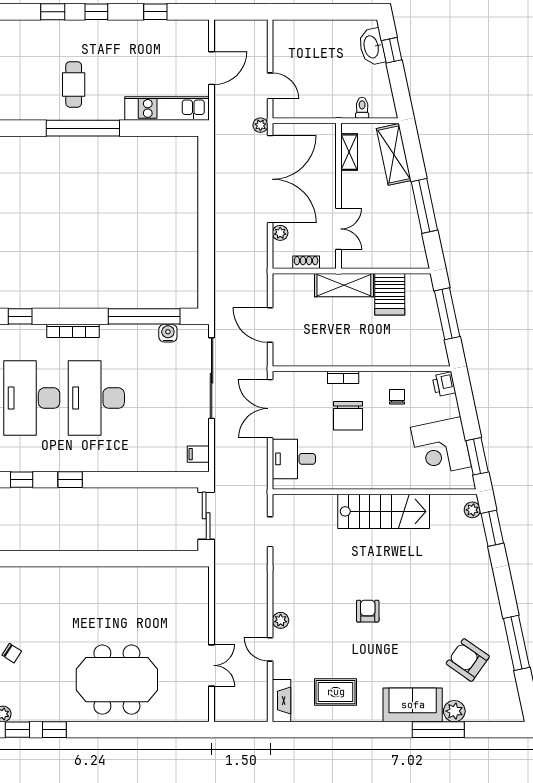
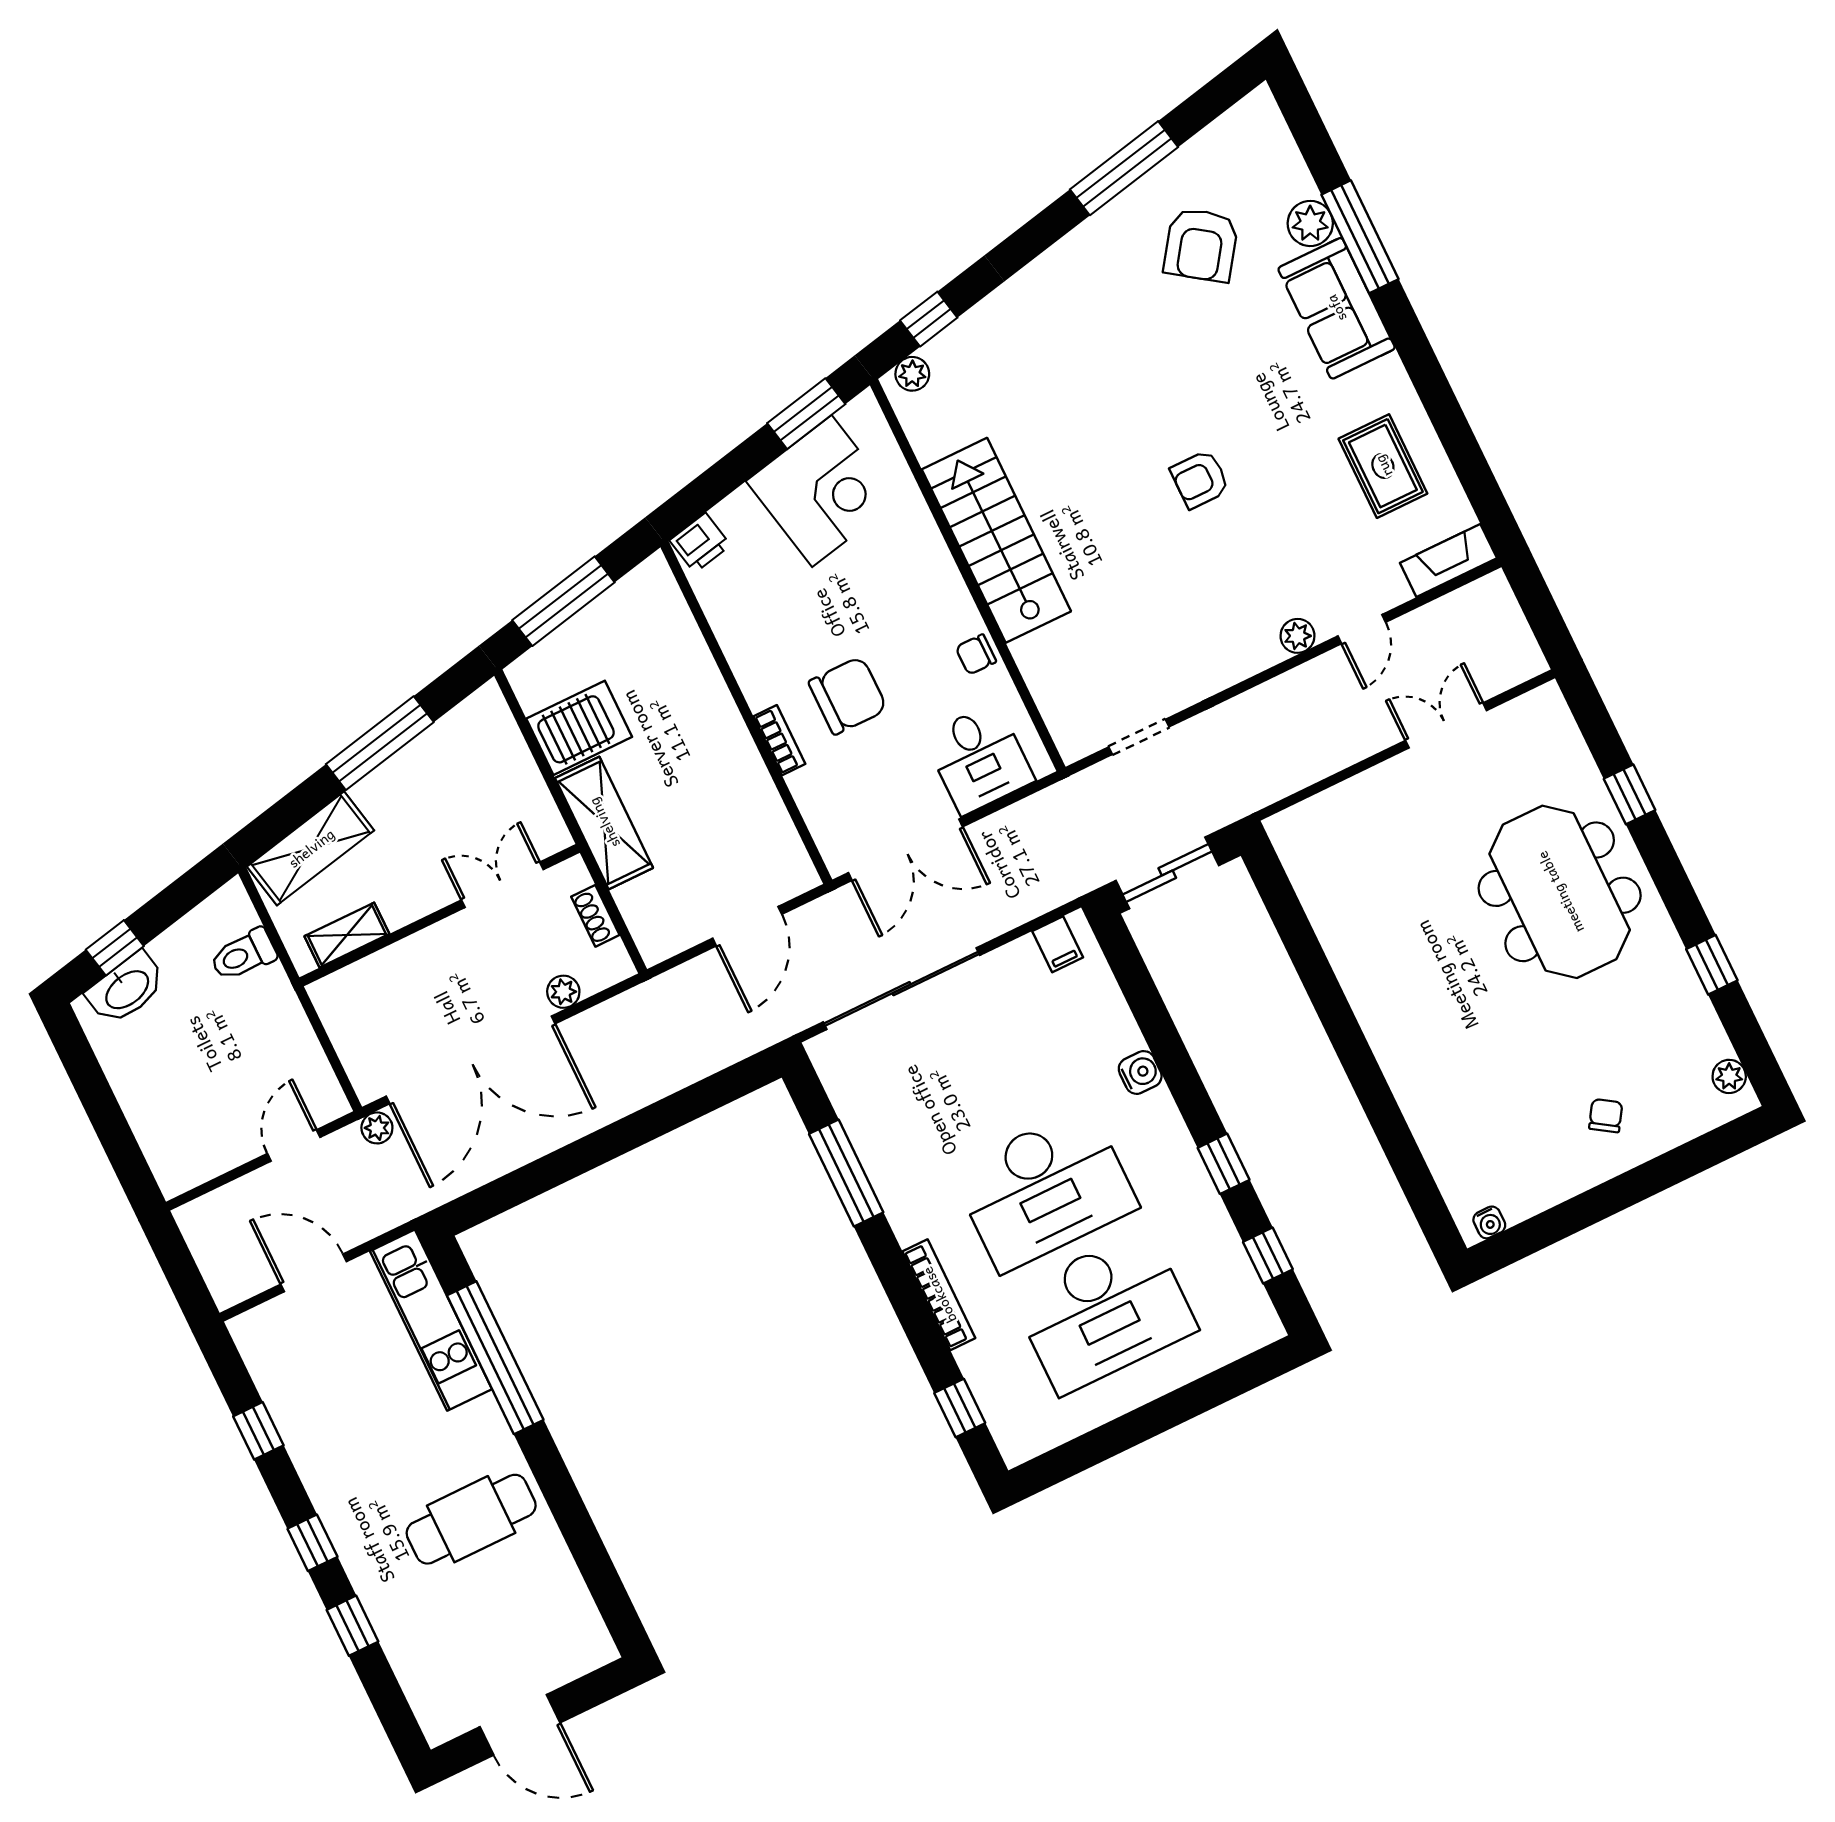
cafe table: (74, 84) -> (471, 1519), width x1.37, depth x1.35
toilet: (362, 108) -> (243, 955), width x1.37, depth x1.39
window: (83, 128) -> (495, 1358), moved
double door: (270, 179) -> (471, 1060), swing flipped
window: (144, 316) -> (846, 1173), width x0.68
water cooler: (168, 333) -> (1140, 1072), moved, turned 180
chair: (397, 397) -> (976, 654), moved
window: (492, 528) -> (929, 319), width x0.67
window: (17, 730) -> (1630, 794), moved

